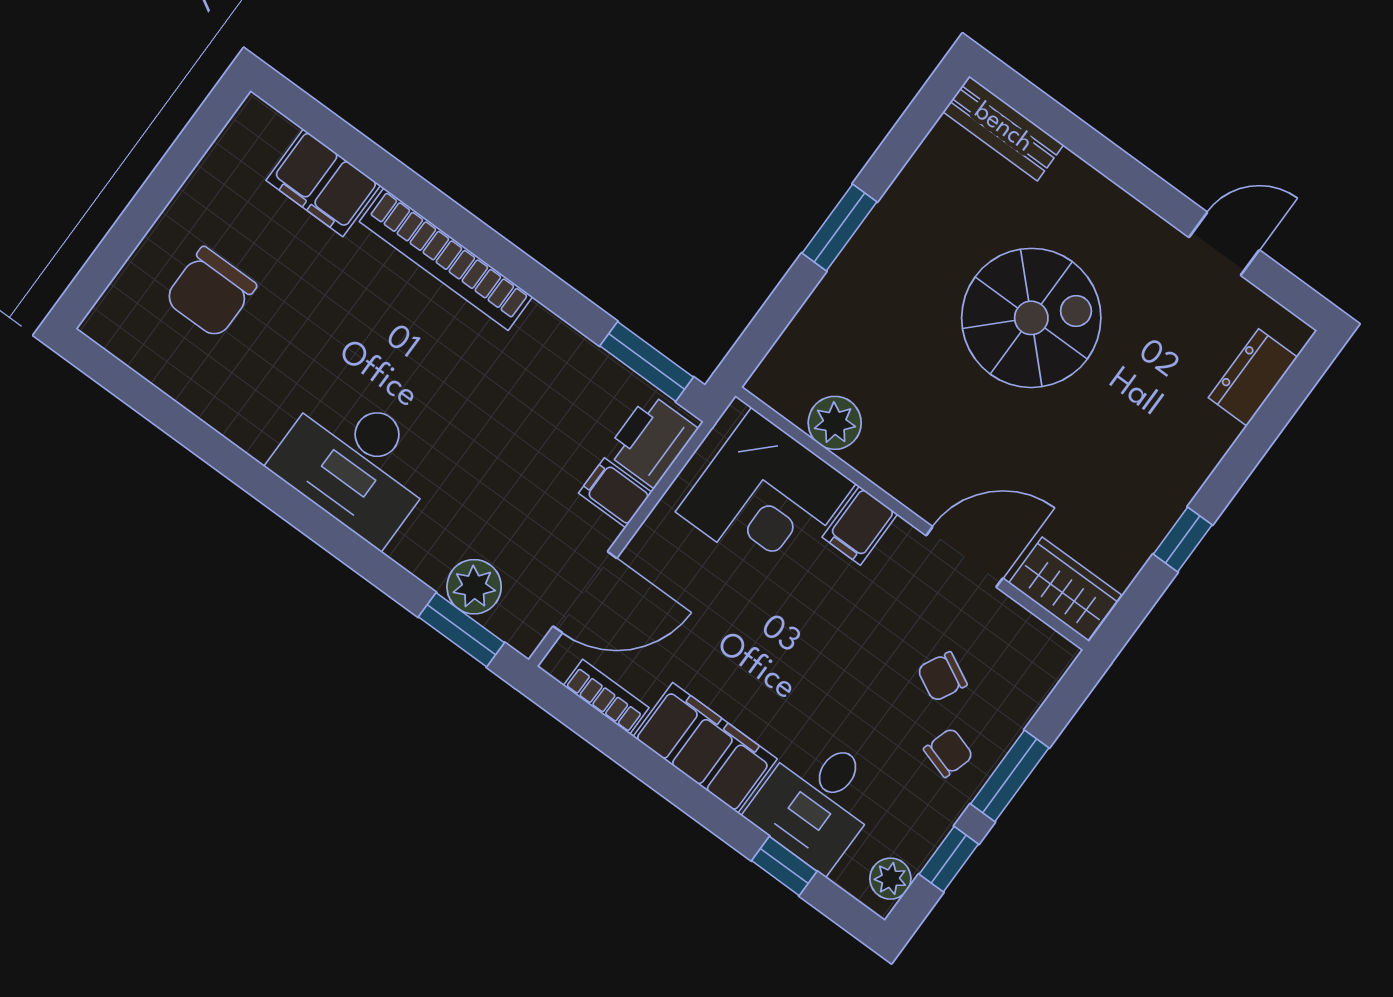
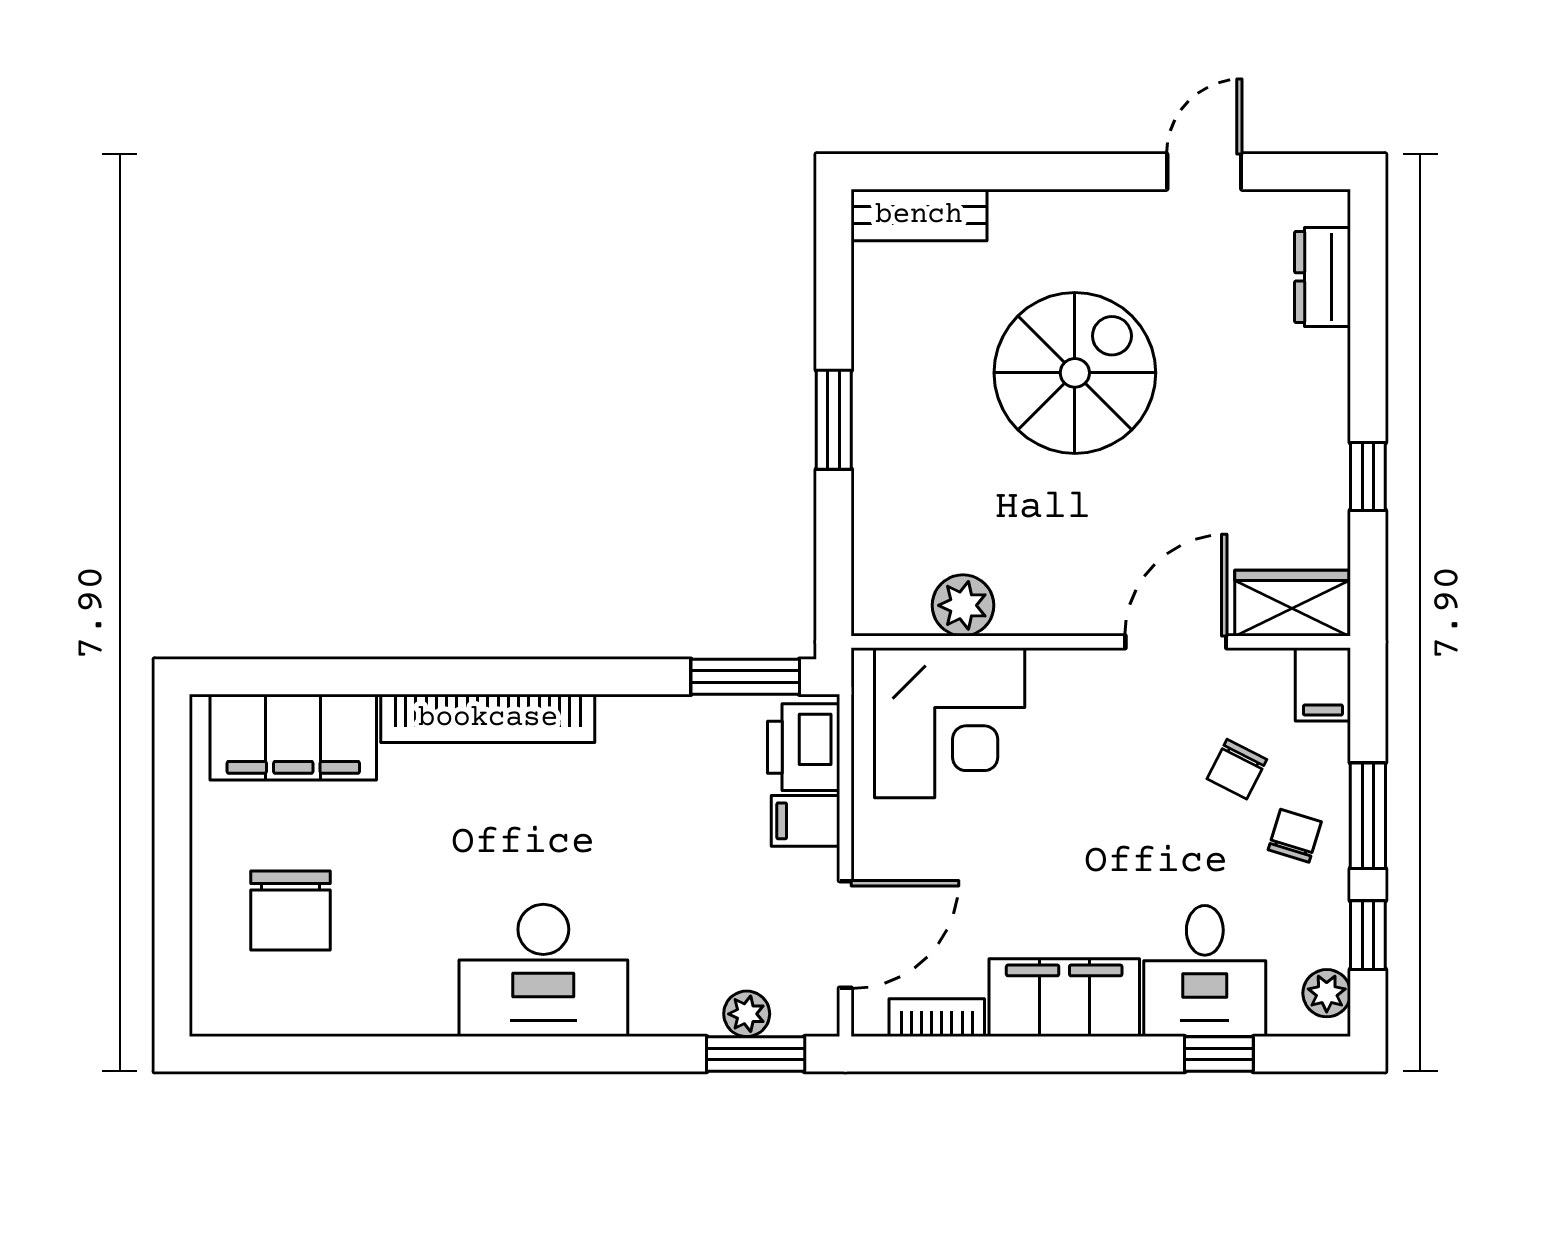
filing cabinet: (323, 183) -> (293, 737), width x1.50, depth x1.17
filing cabinet: (860, 526) -> (1323, 684), moved
plant: (474, 587) -> (747, 1014), width x0.73, depth x0.73

